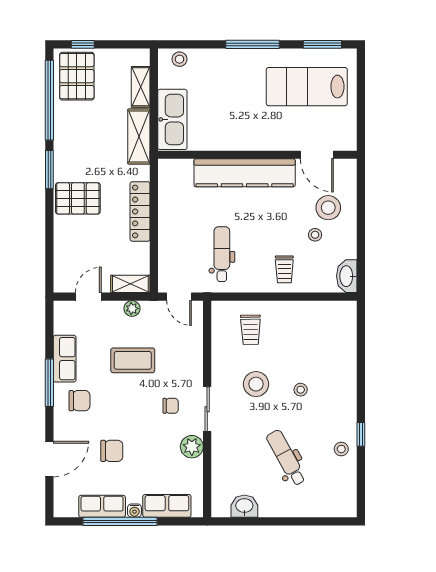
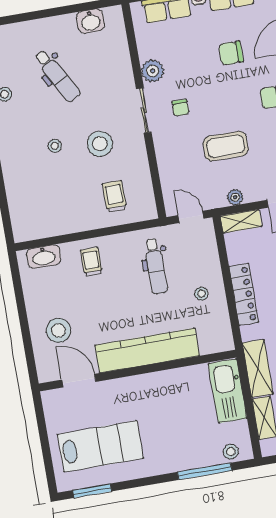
window: (252, 44) -> (205, 471), moved
stool: (315, 235) -> (202, 294), moved
washbasin: (347, 276) -> (44, 257), moved, turned 90
chair: (171, 406) -> (180, 108), turned -90

